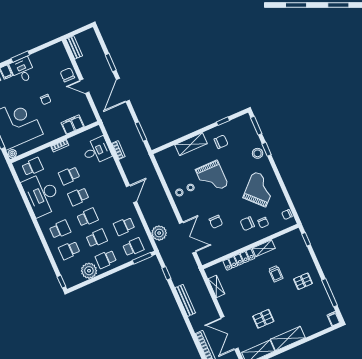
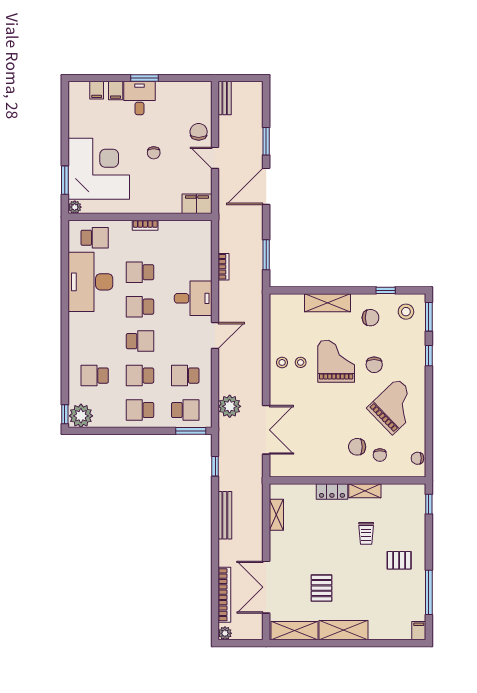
filing cabinet: (73, 125) -> (197, 204), moved
desk: (97, 151) -> (193, 298), moved
stool: (258, 153) -> (406, 312), moved
grand piano: (212, 177) -> (336, 361), turned 180
chair: (216, 222) -> (374, 365), moved
school desk: (60, 229) -> (95, 341), removed
school desk: (97, 238) -> (140, 376), turned 180
locker: (239, 260) -> (332, 491), width x0.66
plant: (89, 271) -> (81, 416), moved
pallet: (263, 319) -> (322, 588), turned 90

